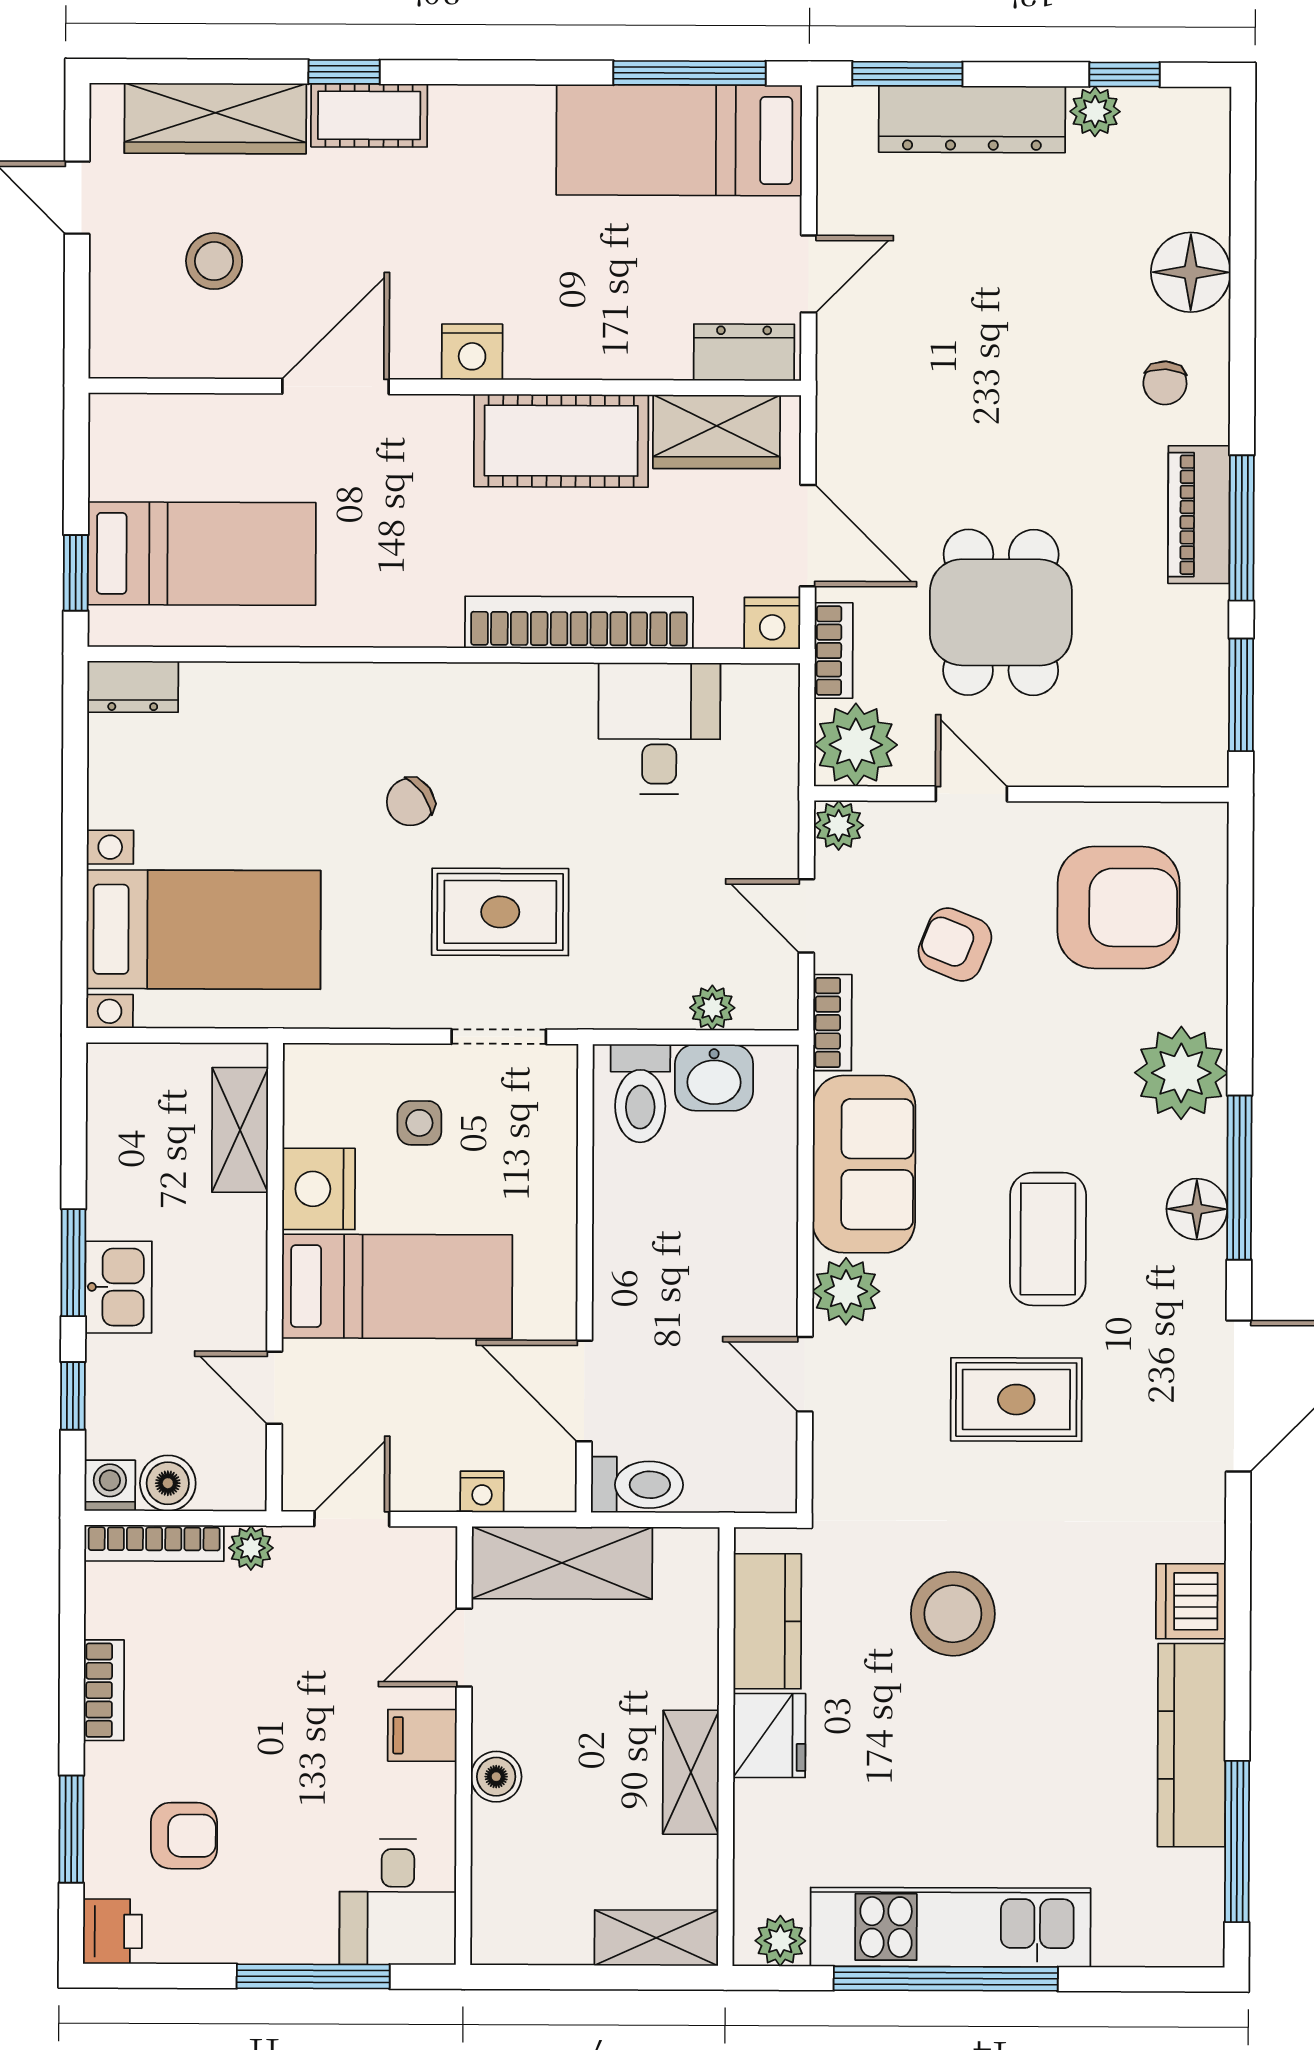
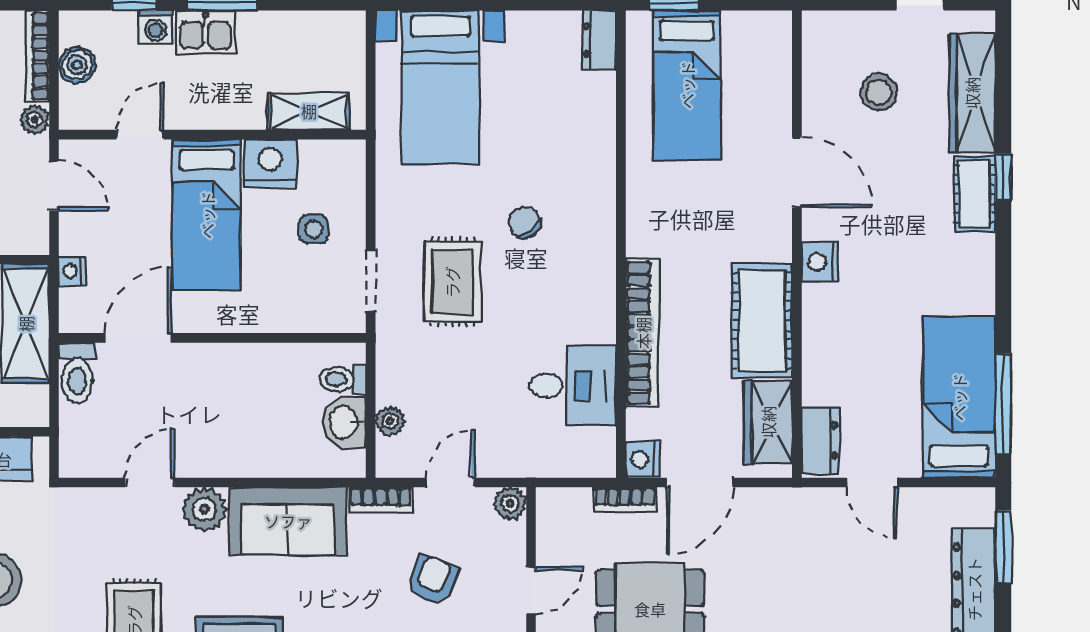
plant: (856, 745) -> (563, 515), removed
toilet: (640, 1093) -> (343, 379), width x0.73, depth x0.72
washing machine: (110, 1485) -> (156, 27), moved, turned 90

